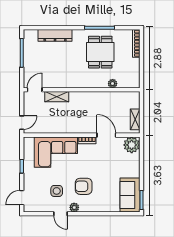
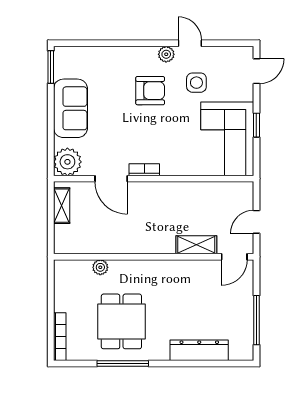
door: (22, 123) -> (256, 222), moved
corner sofa: (56, 152) -> (227, 139), moved, turned -90
sofa: (130, 195) -> (70, 108), moved

